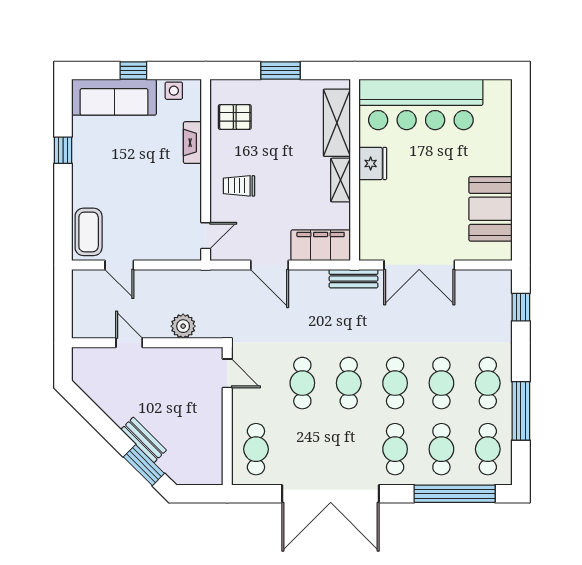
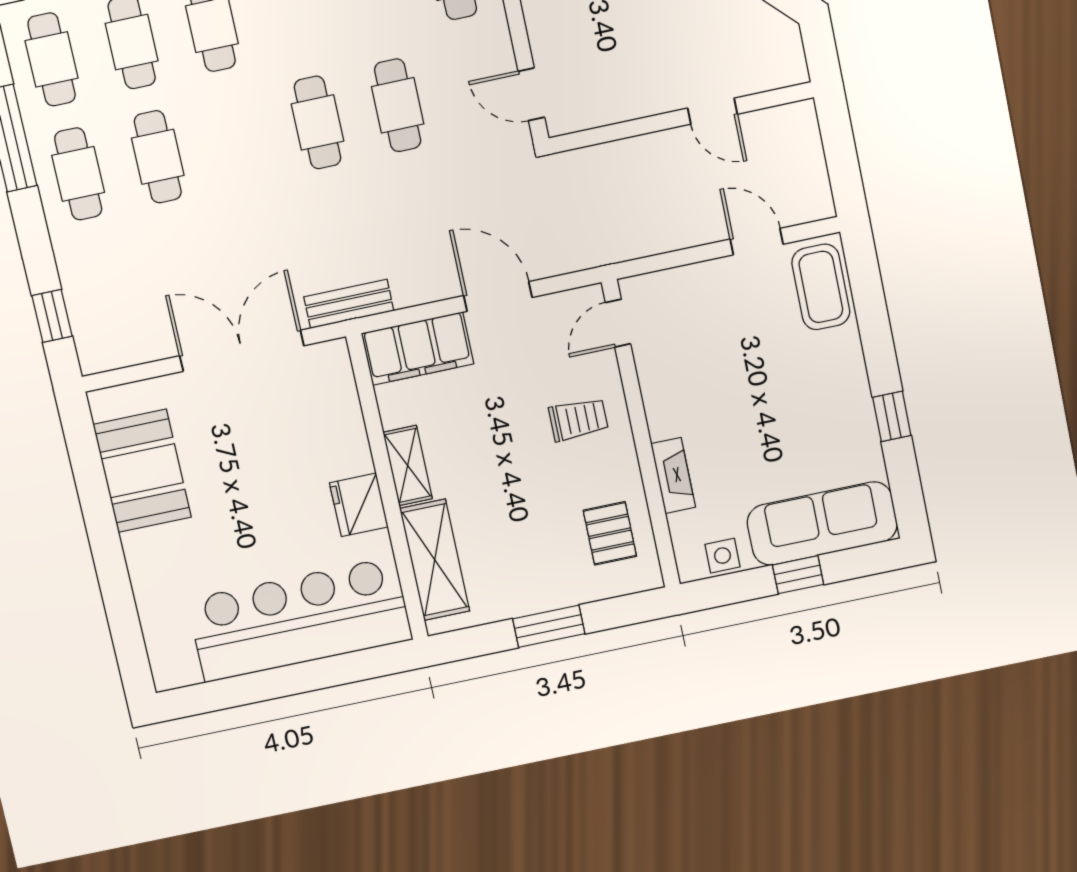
pallet: (235, 117) -> (610, 533), turned 90
plant: (183, 326) -> (625, 160), removed
cafe table: (395, 383) -> (238, 140), removed

